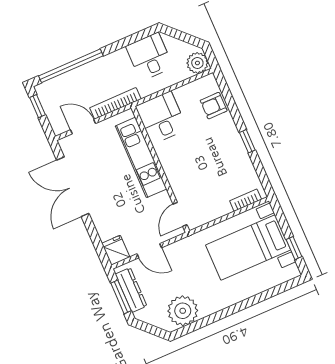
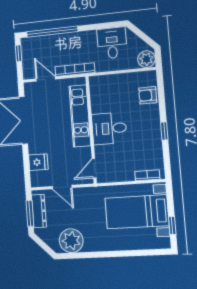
desk: (161, 118) -> (109, 128), moved, turned -90
fridge: (116, 250) -> (38, 162), moved, turned 90

